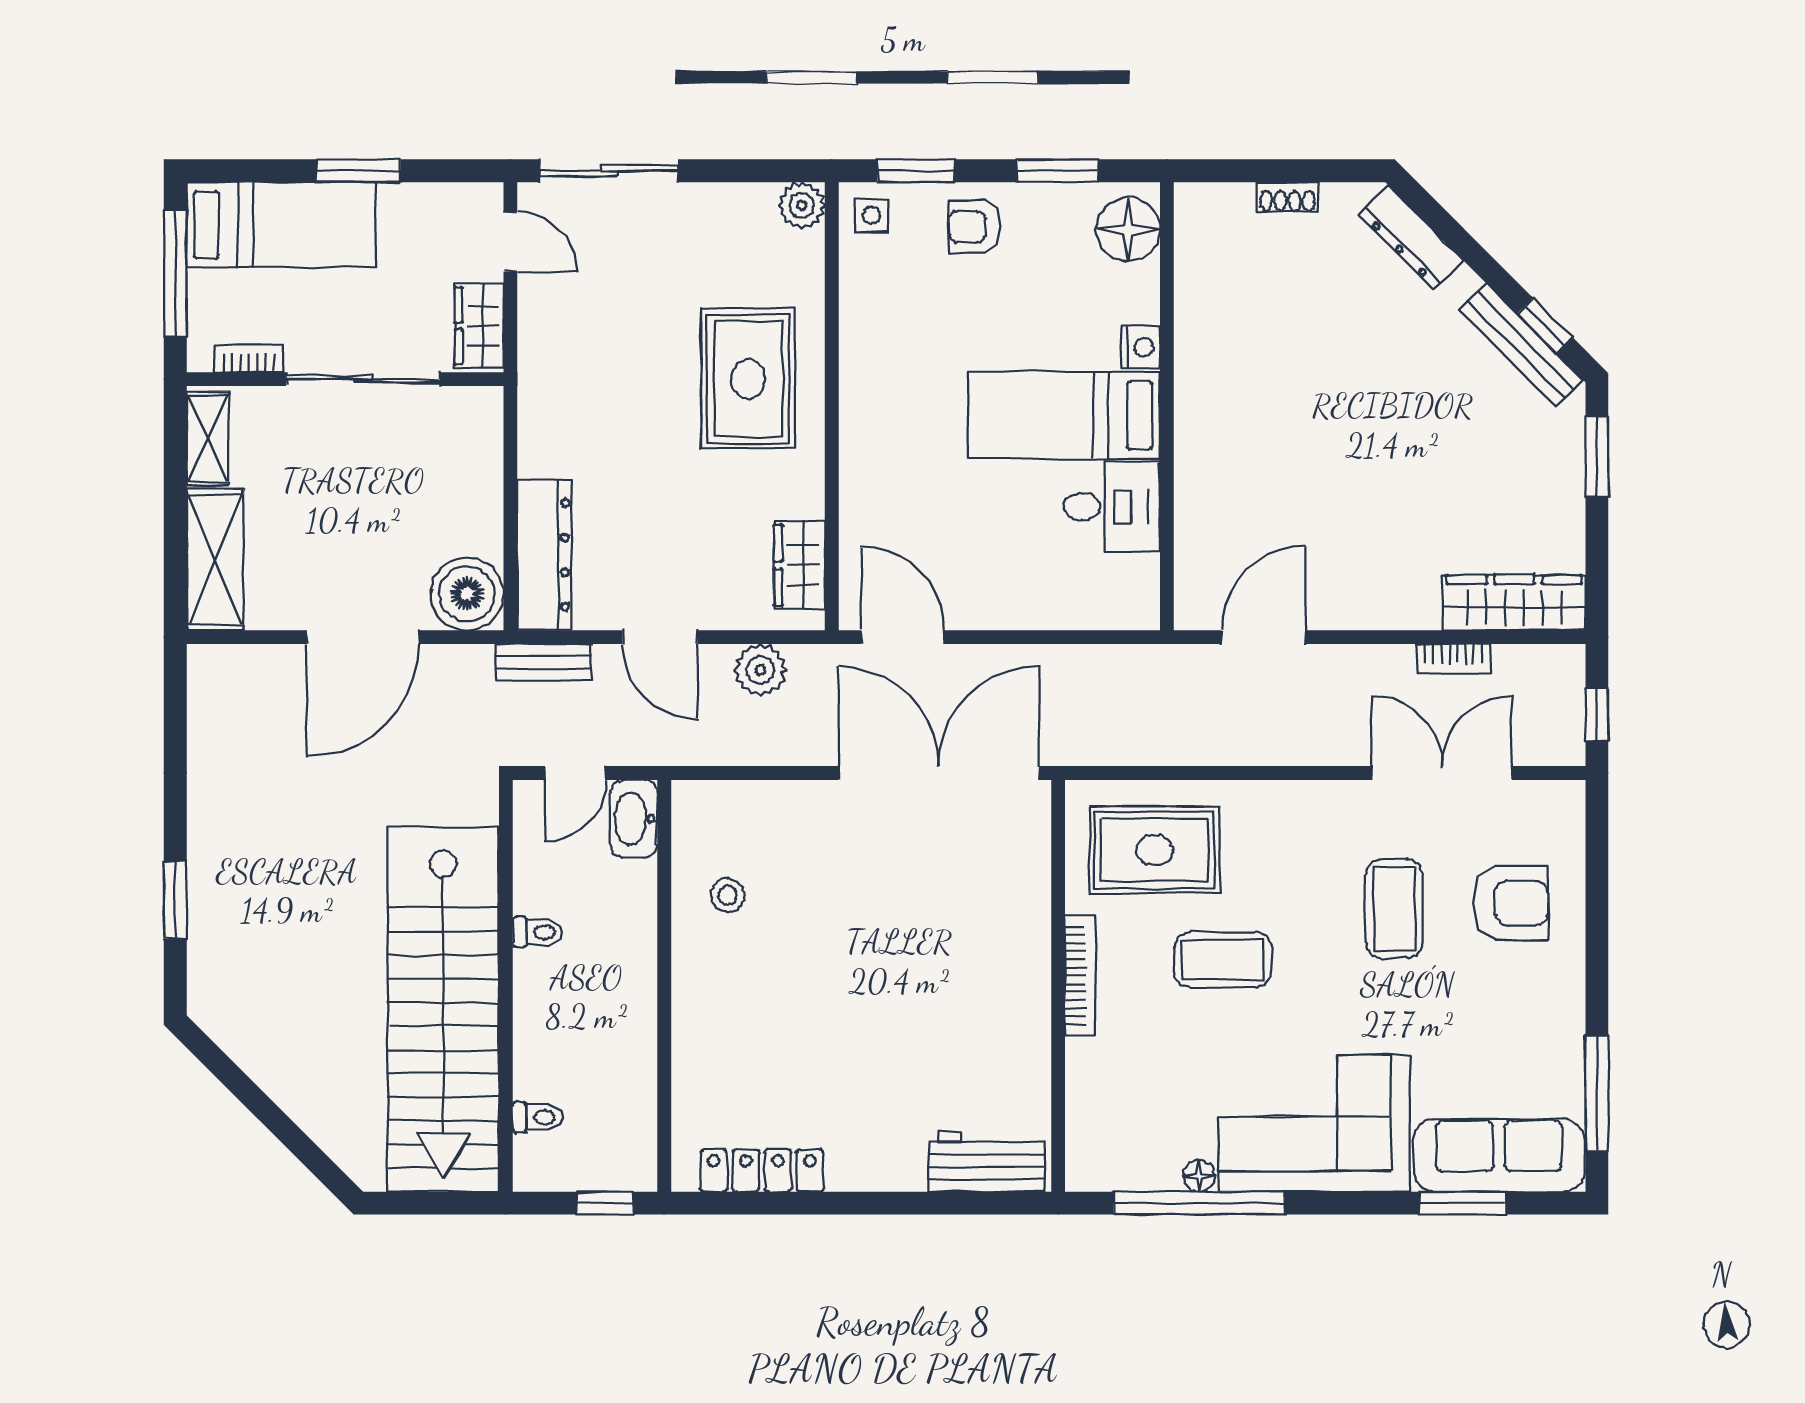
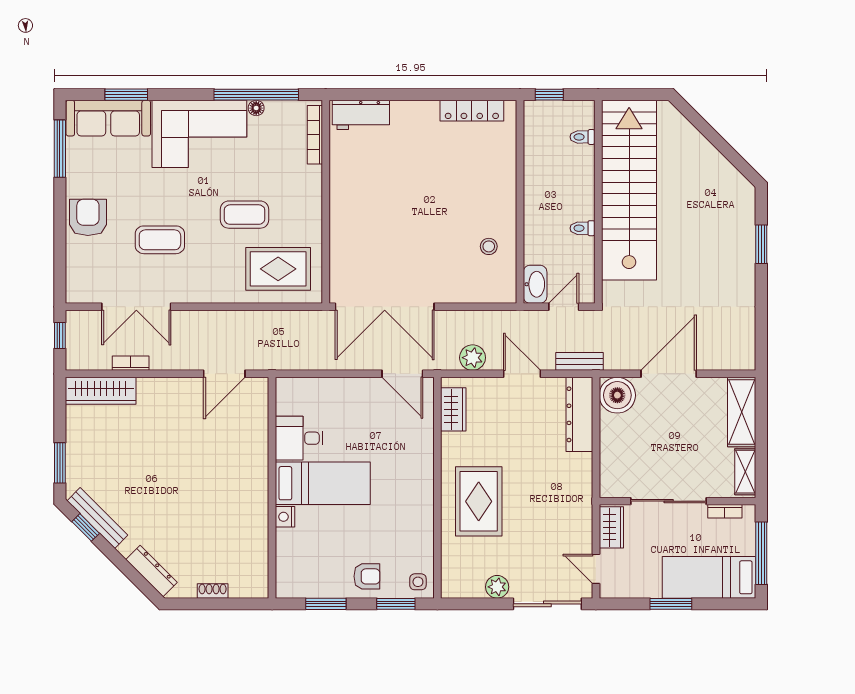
plant: (802, 205) -> (497, 587), moved
floor lamp: (1128, 229) -> (291, 575), removed
armchair: (1511, 903) -> (88, 217), moved, turned 90
coffee table: (1394, 909) -> (160, 240), turned 90
bookcase: (1080, 976) -> (315, 135), moved

